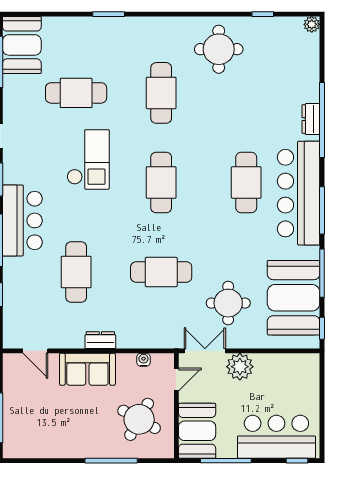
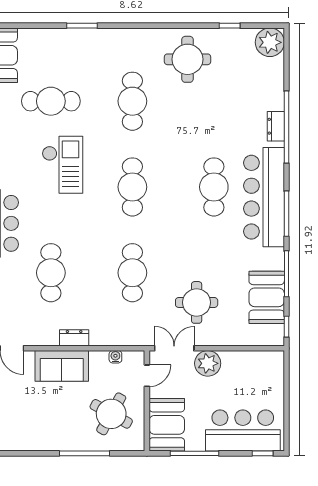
plant: (312, 24) -> (270, 42), width x1.87, depth x1.87
cafe table: (161, 272) -> (132, 273), turned 90
booth: (294, 298) -> (267, 297), width x0.73, depth x0.70

